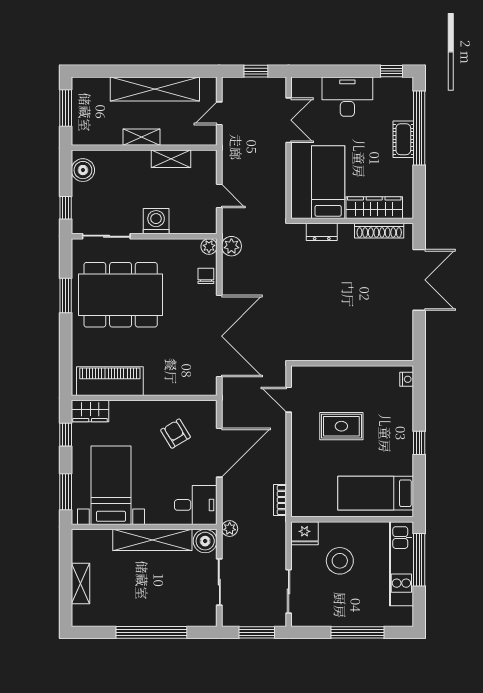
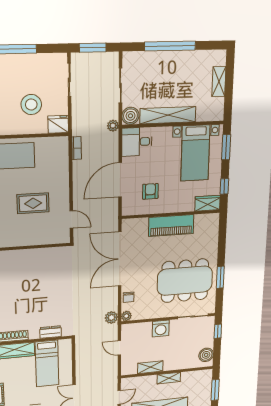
piano: (110, 381) -> (171, 226), moved
armchair: (176, 434) -> (150, 191), turned -149

